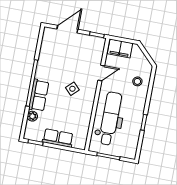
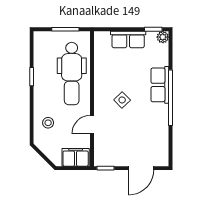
plant: (32, 116) -> (163, 37), moved

